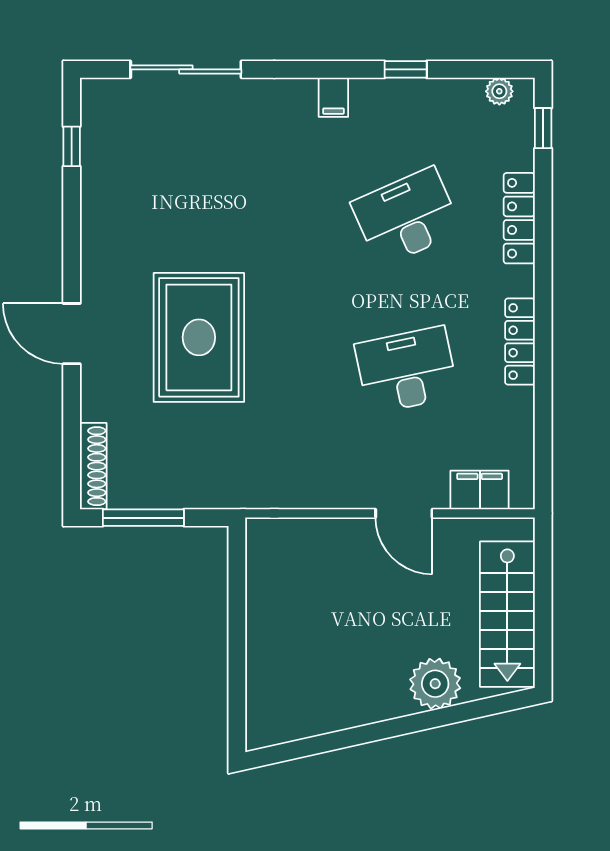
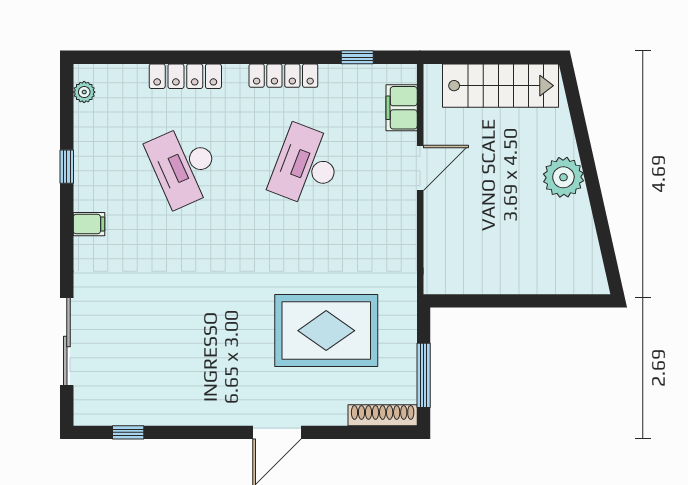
window: (543, 128) -> (357, 57), moved
rug: (199, 337) -> (326, 331), moved
desk: (407, 370) -> (306, 166), turned 33
plant: (435, 684) -> (563, 177), moved

